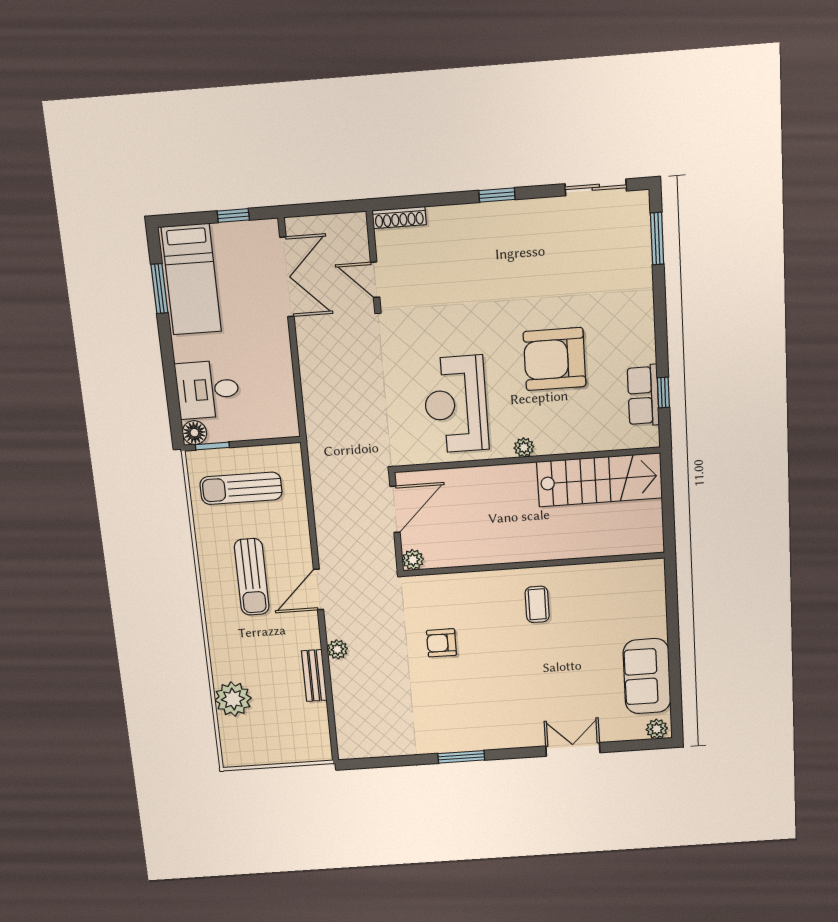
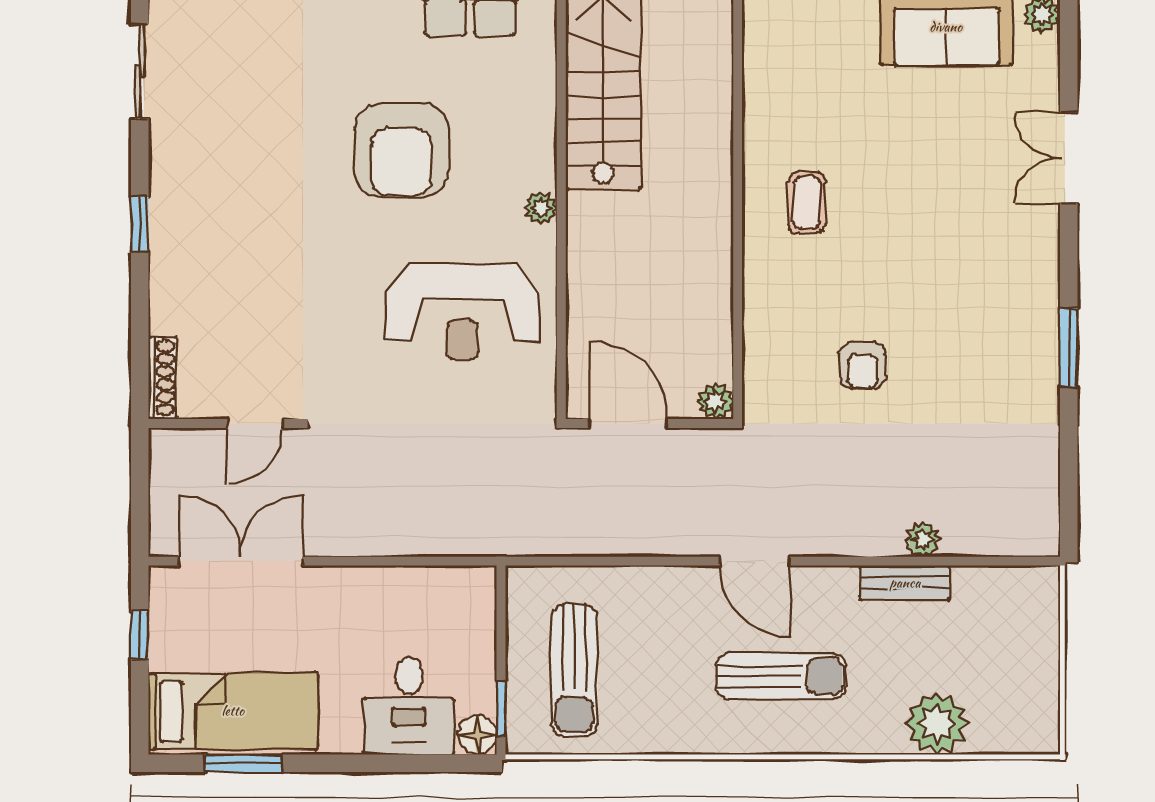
sun lounger: (252, 577) -> (781, 676), moved
coffee table: (537, 604) -> (807, 202), turned 90
plant: (337, 649) -> (923, 540), moved

